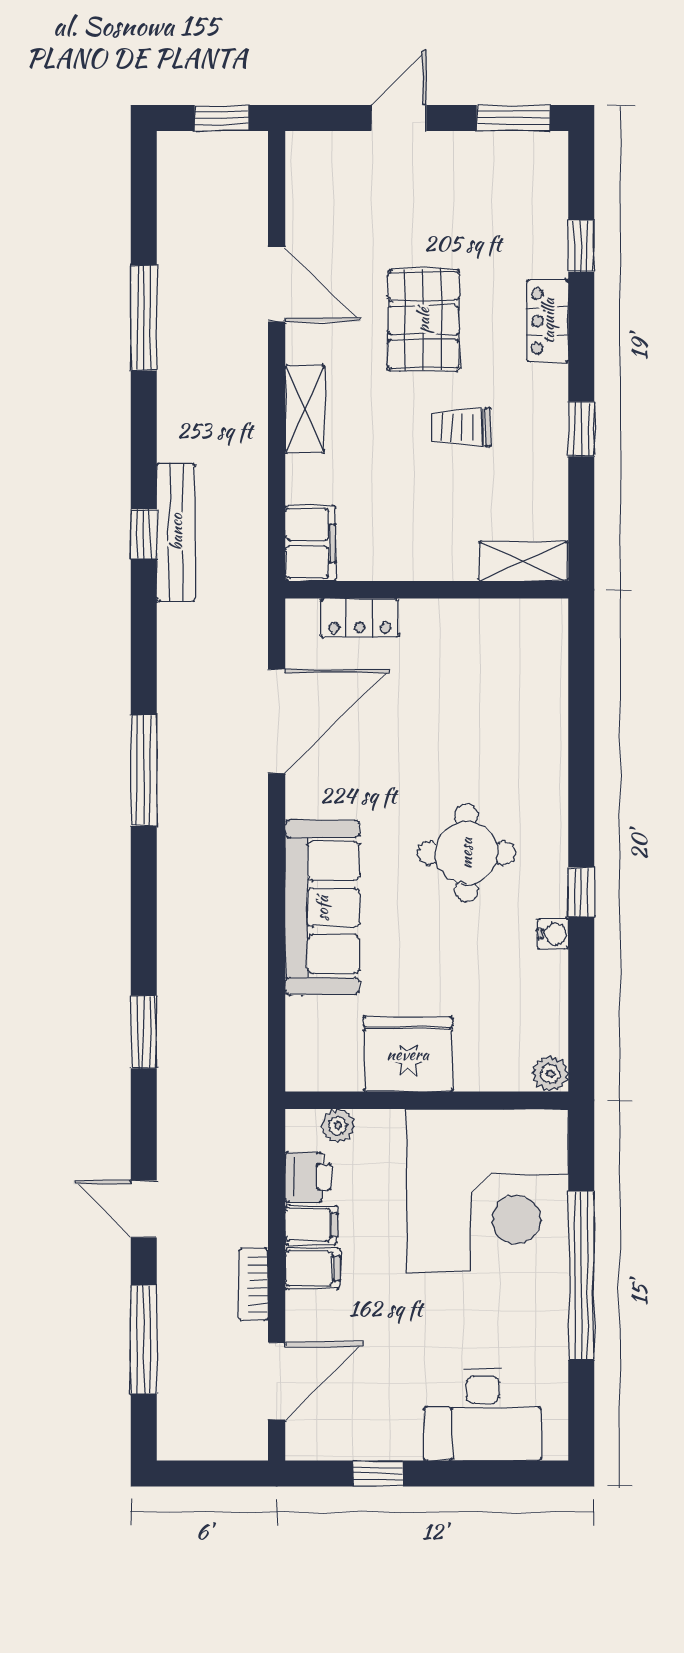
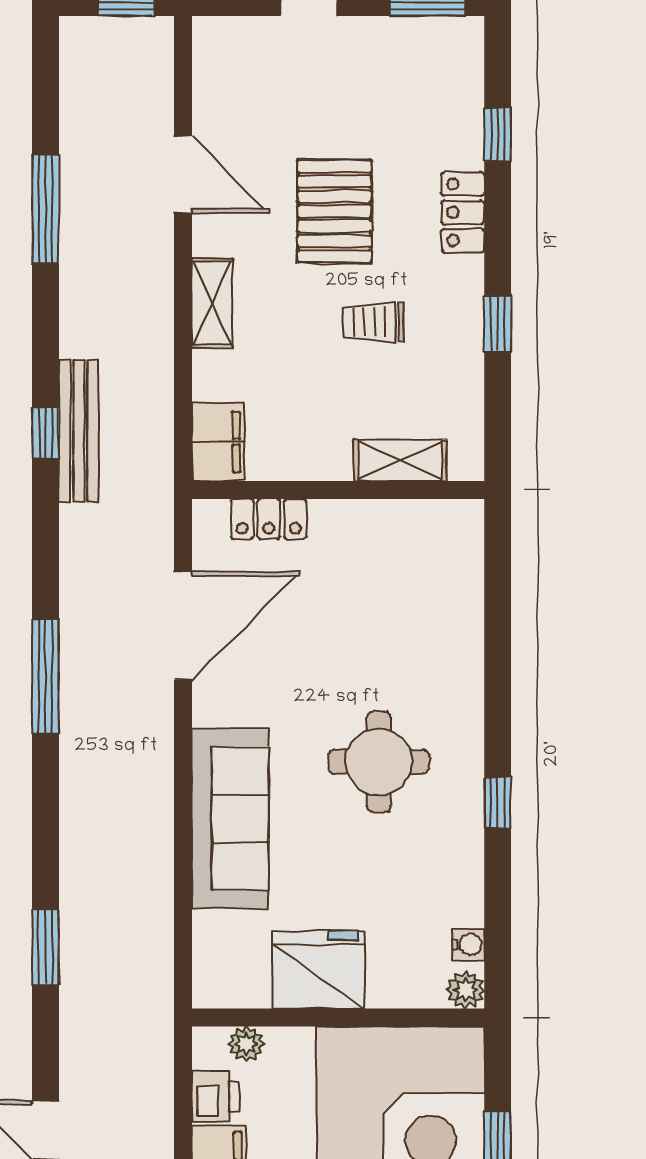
shelving: (524, 561) -> (400, 460), moved
water cooler: (553, 934) -> (468, 944), moved

